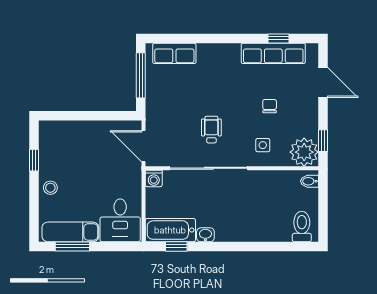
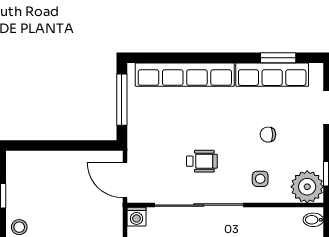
window: (279, 38) -> (278, 58), width x1.50
row of seats: (174, 53) -> (185, 75), width x2.02
chair: (270, 106) -> (268, 135), turned -90
wheelchair: (211, 130) -> (202, 161), turned 90

